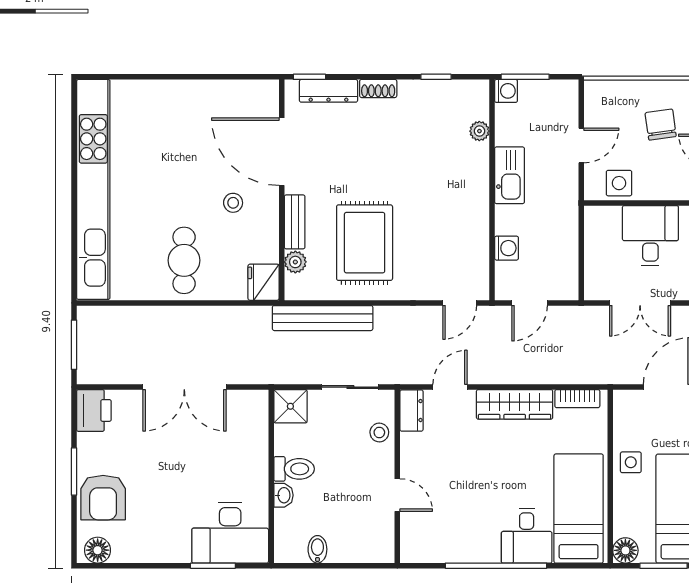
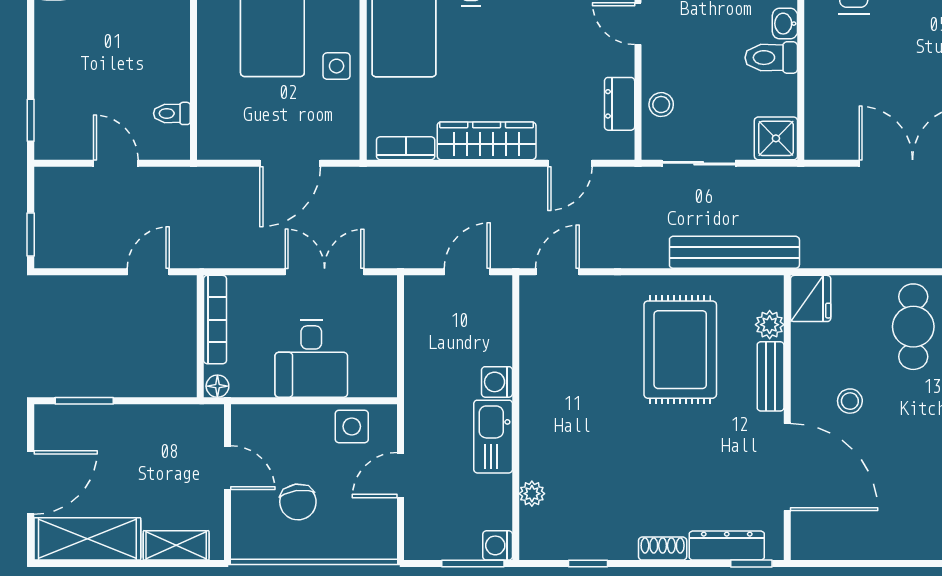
washing machine: (506, 248) -> (497, 382), moved
dresser: (412, 411) -> (620, 104), moved

